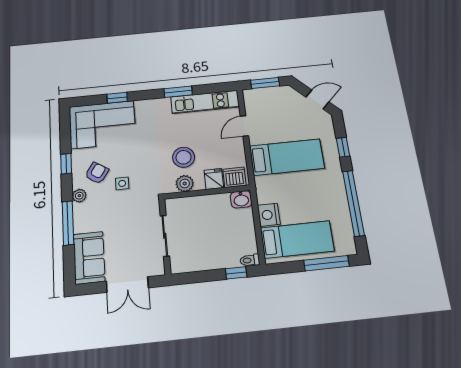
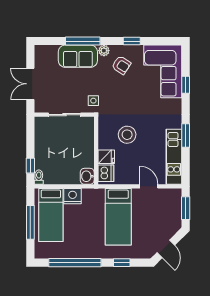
side table: (122, 183) -> (93, 101), moved
plant: (185, 183) -> (105, 134), removed
sofa: (89, 258) -> (78, 56), moved
window: (326, 263) -> (30, 222), moved

